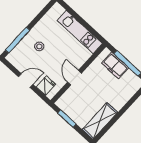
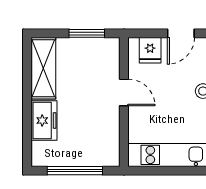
freezer: (115, 66) -> (44, 121), moved, turned 90

